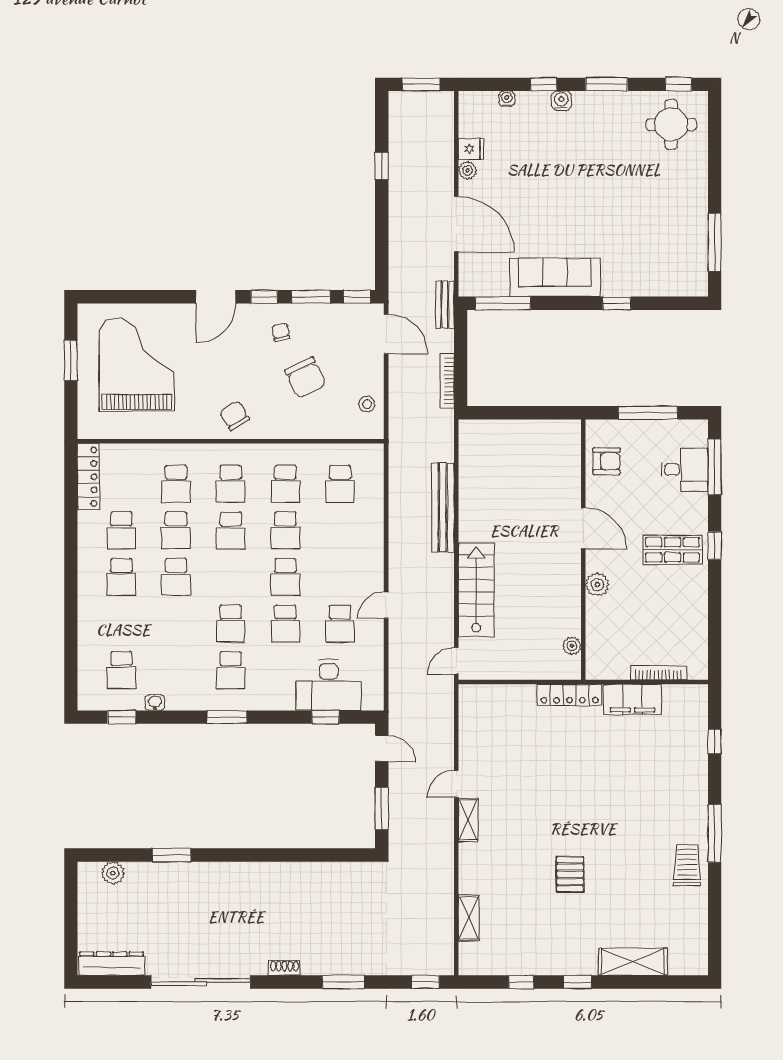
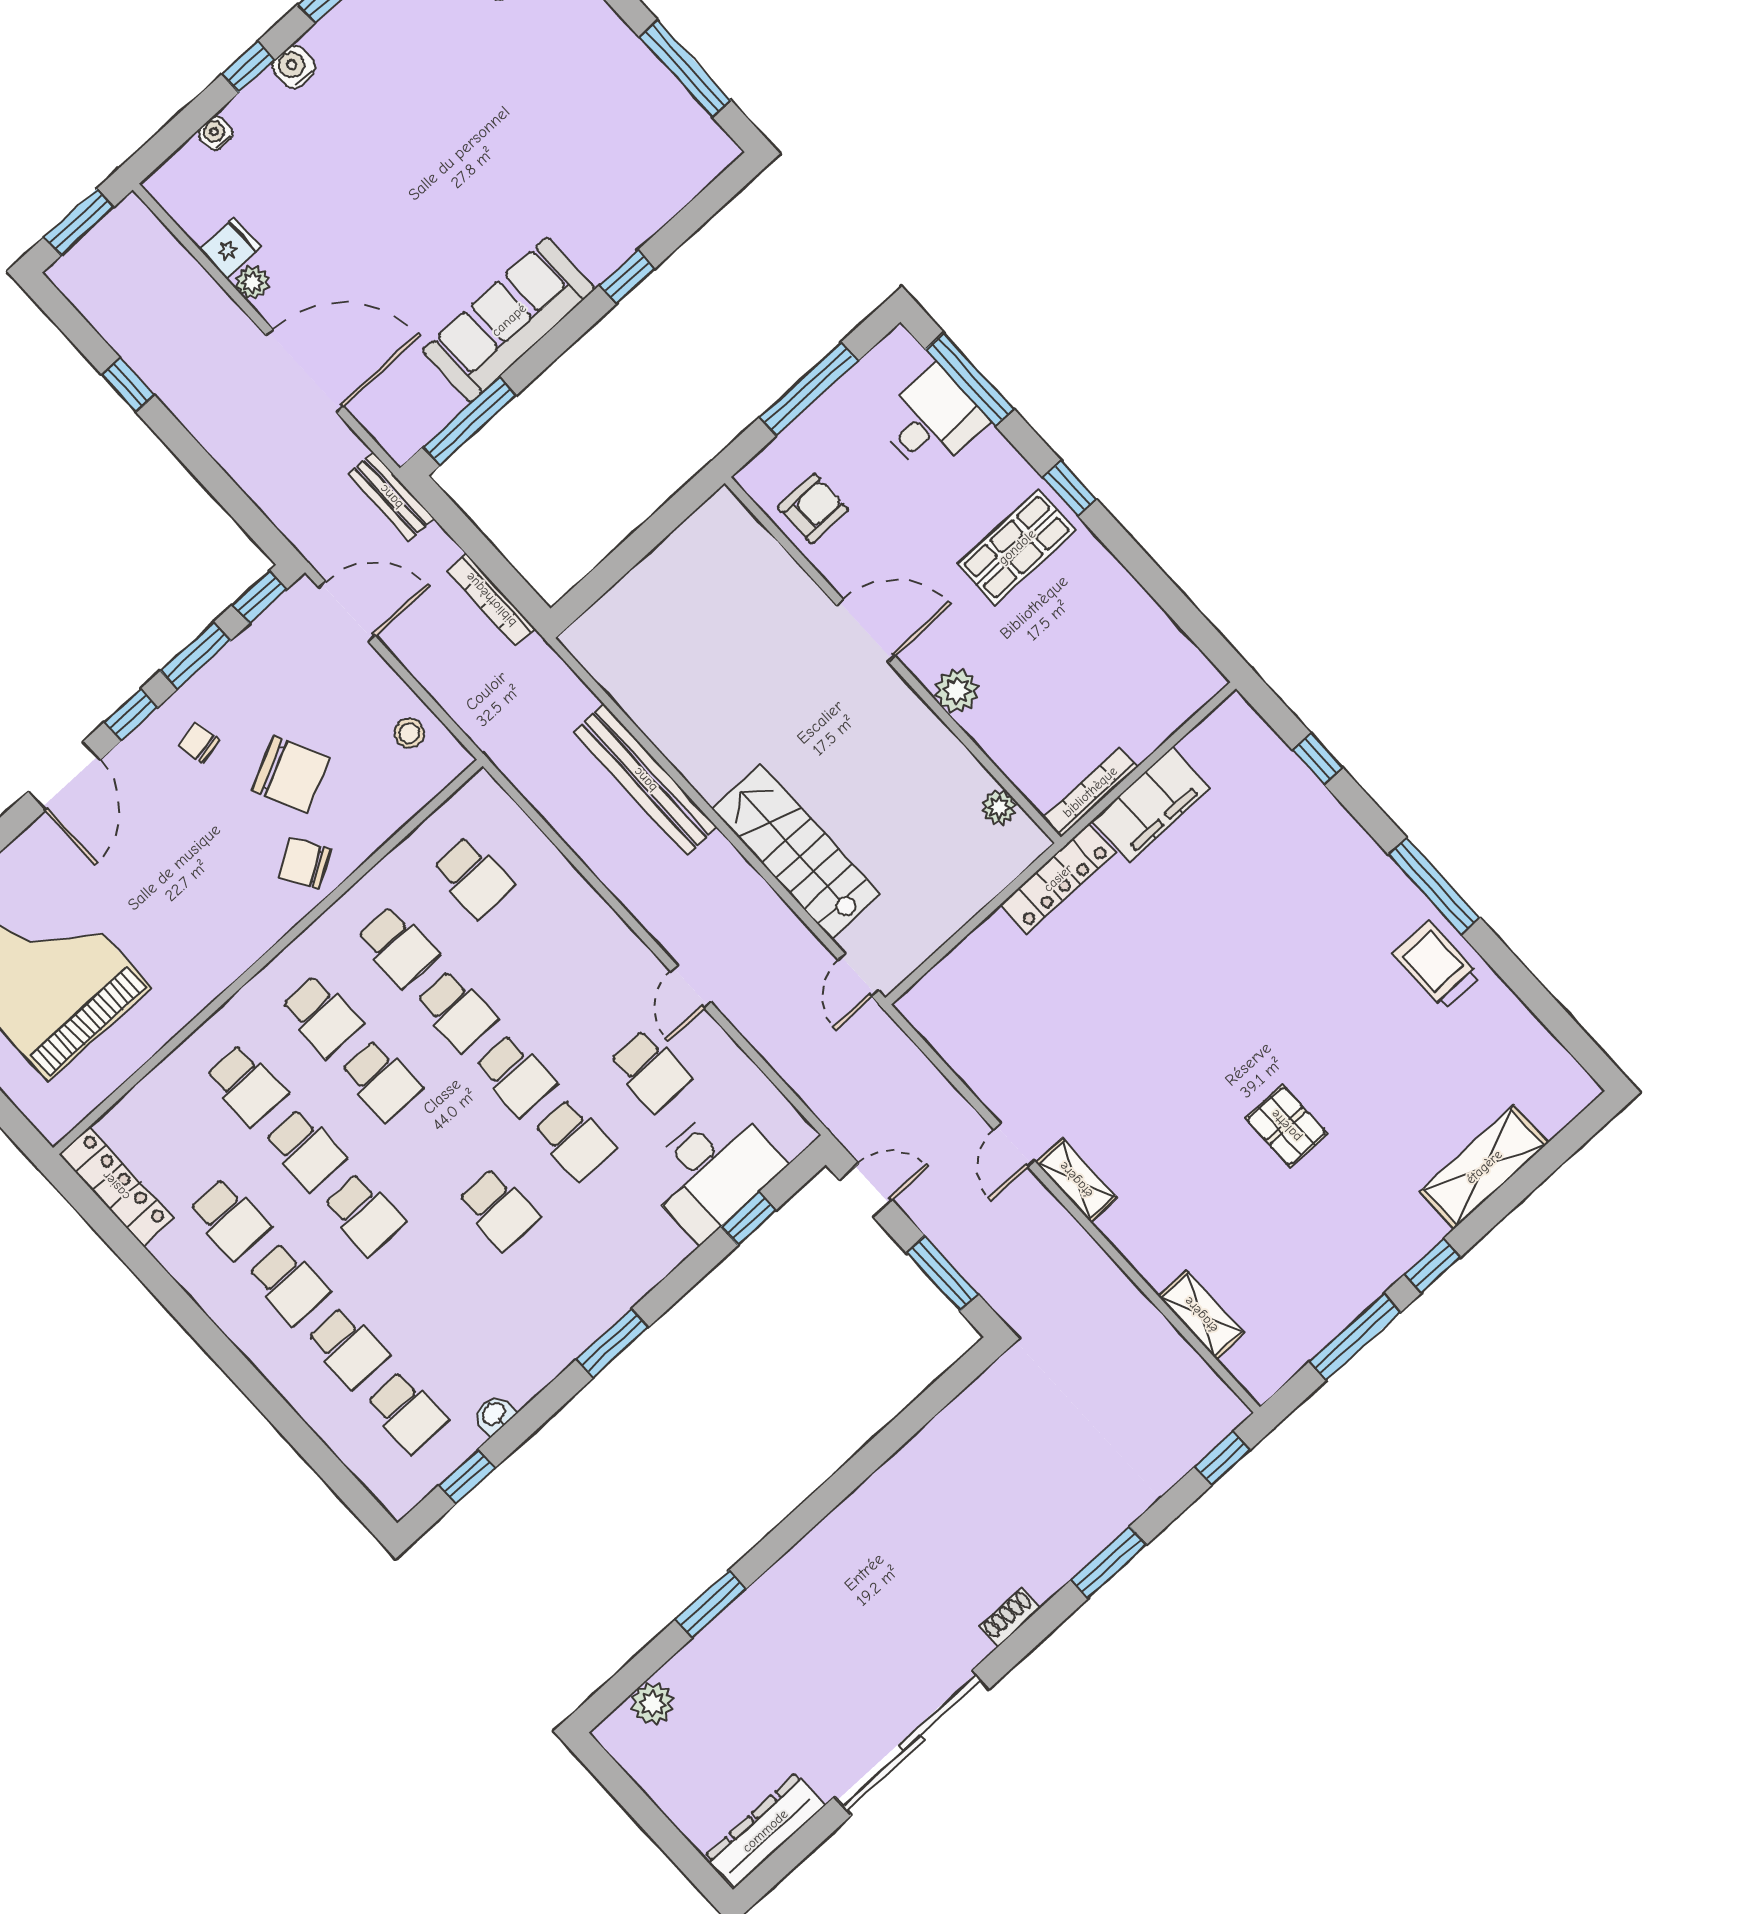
chair: (234, 416) -> (305, 863), moved
school desk: (231, 670) -> (348, 1348), moved
bookcase: (658, 673) -> (1090, 792), moved
window: (521, 982) -> (1355, 1337), width x2.17

